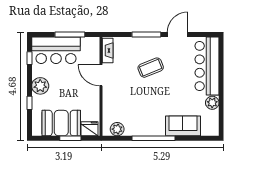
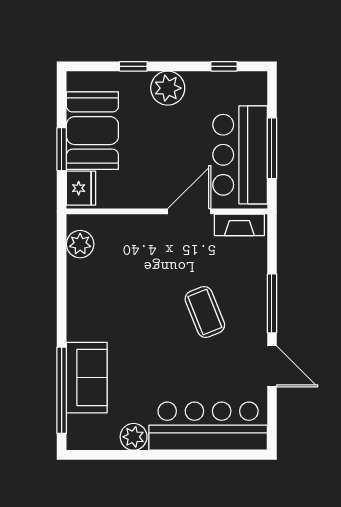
bar counter: (56, 50) -> (240, 155), moved
window: (153, 138) -> (62, 390), moved

